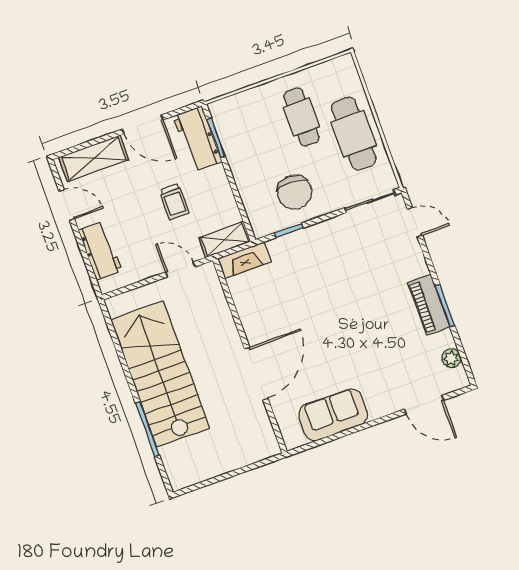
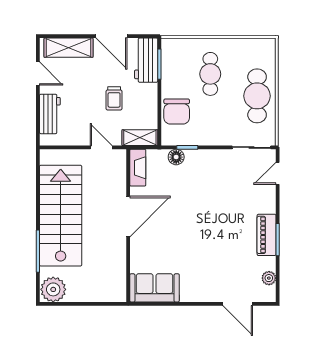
cafe table: (302, 117) -> (210, 74), moved
chair: (294, 192) -> (177, 111), moved
door: (415, 222) -> (278, 173), swing flipped
floor lamp: (279, 247) -> (176, 157), added
fireplace: (244, 260) -> (138, 168), moved, turned -90
door: (256, 374) -> (128, 217), moved
sofa: (333, 415) -> (154, 288), moved
plant: (184, 471) -> (53, 289), added

